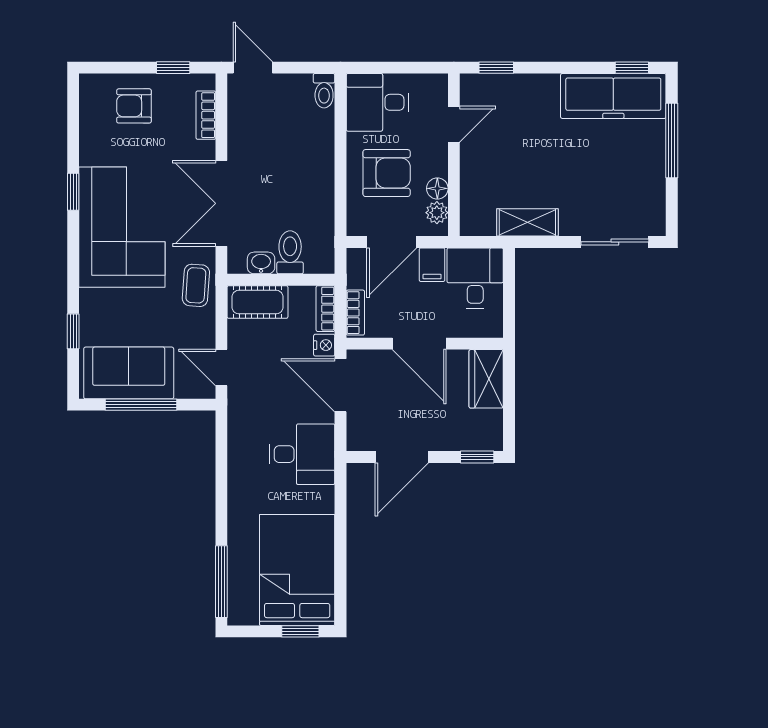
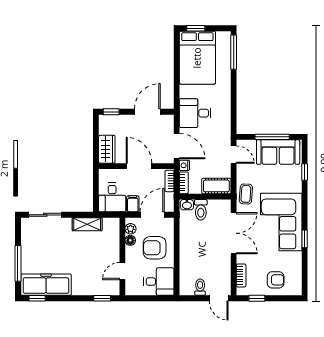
toilet: (324, 91) -> (200, 287), moved
washbasin: (261, 263) -> (187, 205), moved

